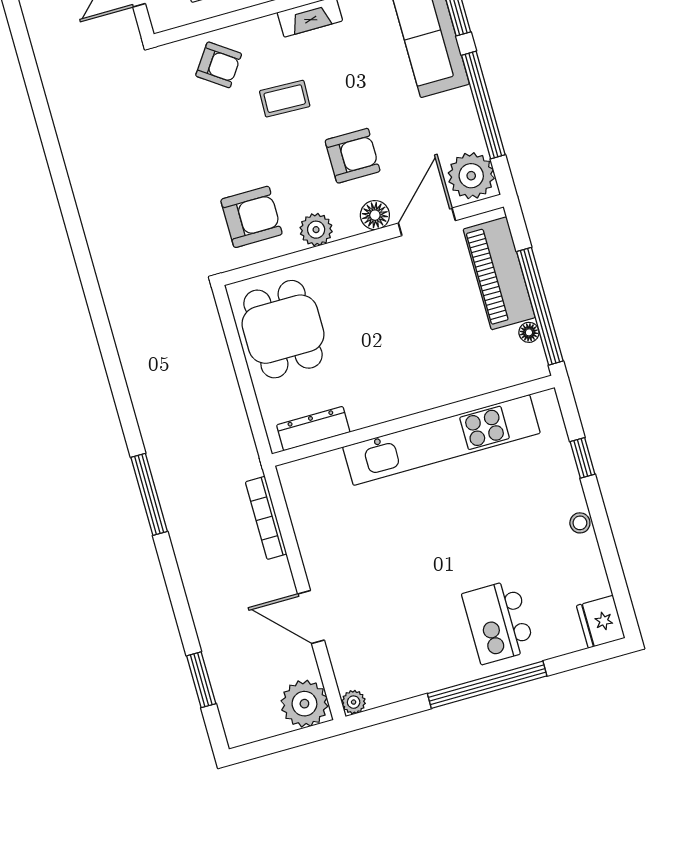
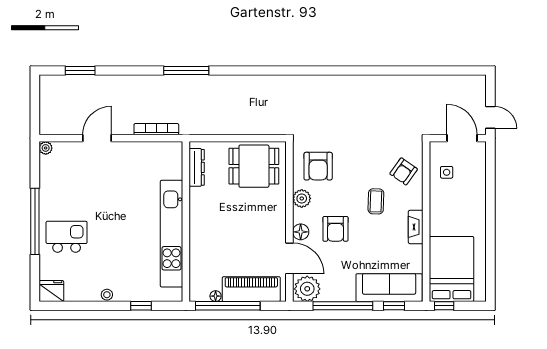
plant: (304, 704) -> (52, 122), removed

